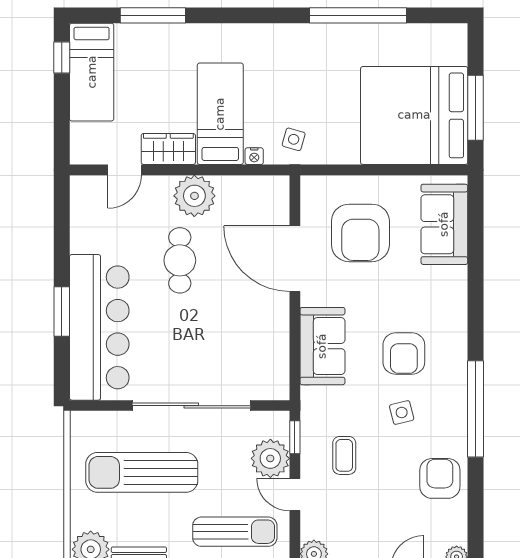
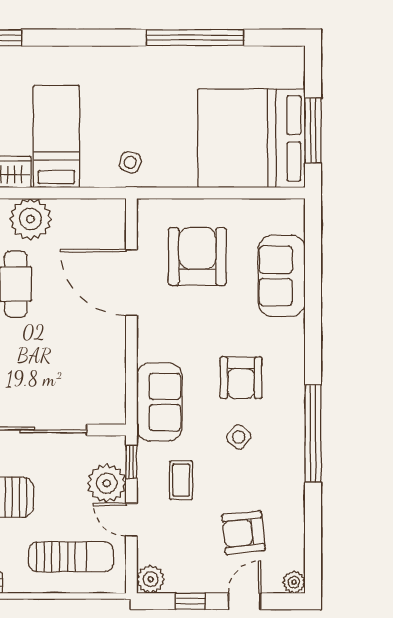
nightstand: (254, 156) -> (91, 179), removed
sofa: (444, 224) -> (282, 276), moved
armchair: (360, 233) -> (197, 256), turned 180
sofa: (322, 346) -> (159, 402), moved
side table: (402, 412) -> (239, 437), turned -37
armchair: (440, 478) -> (243, 533), moved, turned -96

